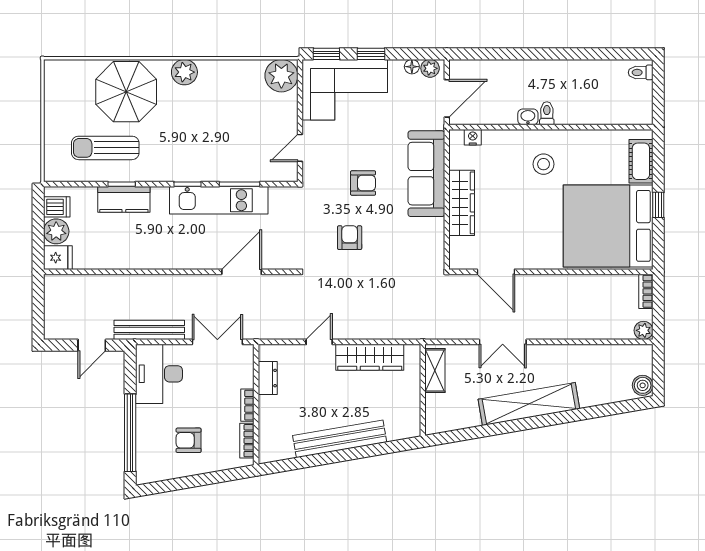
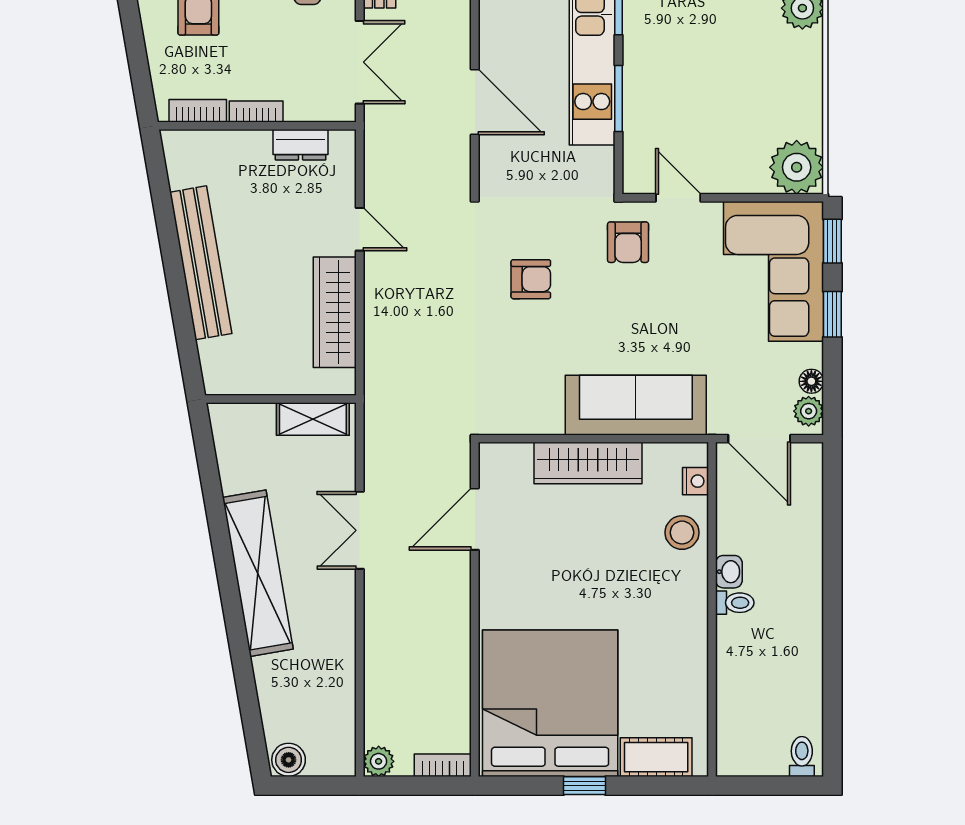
stool: (544, 164) -> (682, 533), moved
armchair: (363, 183) -> (628, 242), moved

